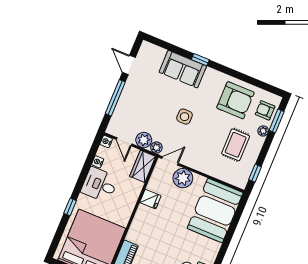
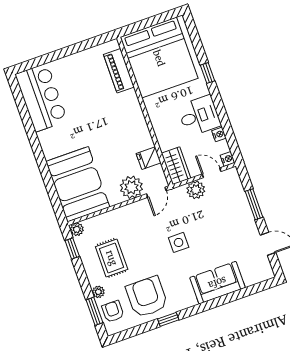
window: (200, 60) -> (168, 319), moved
window: (115, 98) -> (254, 204), width x0.69
armchair: (235, 100) -> (147, 297), turned 90
armchair: (265, 110) -> (113, 311), turned -90
plant: (156, 148) -> (77, 229), moved
fridge: (150, 199) -> (149, 158), moved

